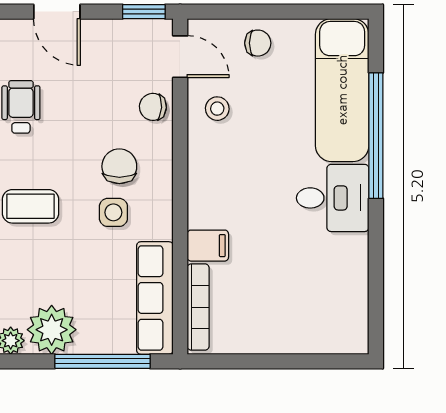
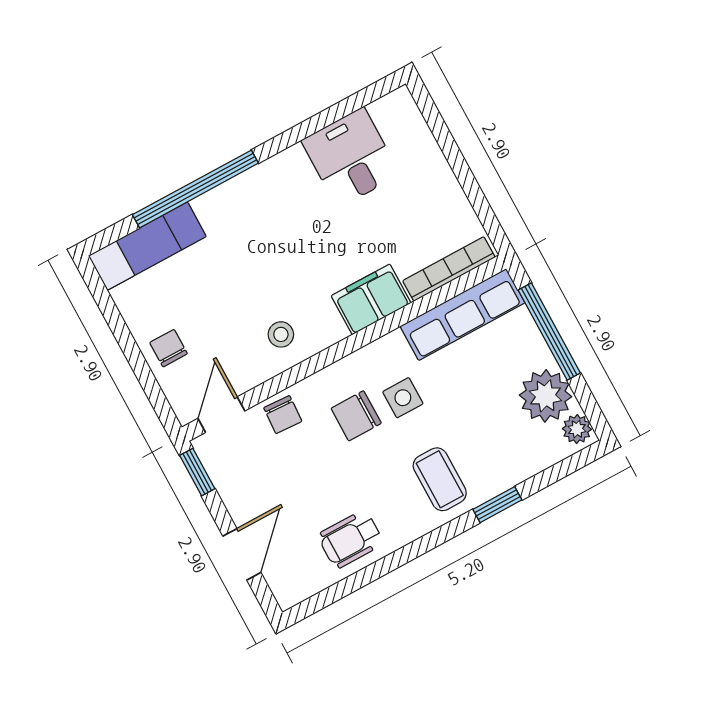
exam couch: (342, 90) -> (147, 246), width x0.73, depth x0.69
stool: (217, 109) -> (281, 334), moved
desk: (333, 198) -> (351, 157), moved
filing cabinet: (208, 246) -> (371, 299), width x2.00

